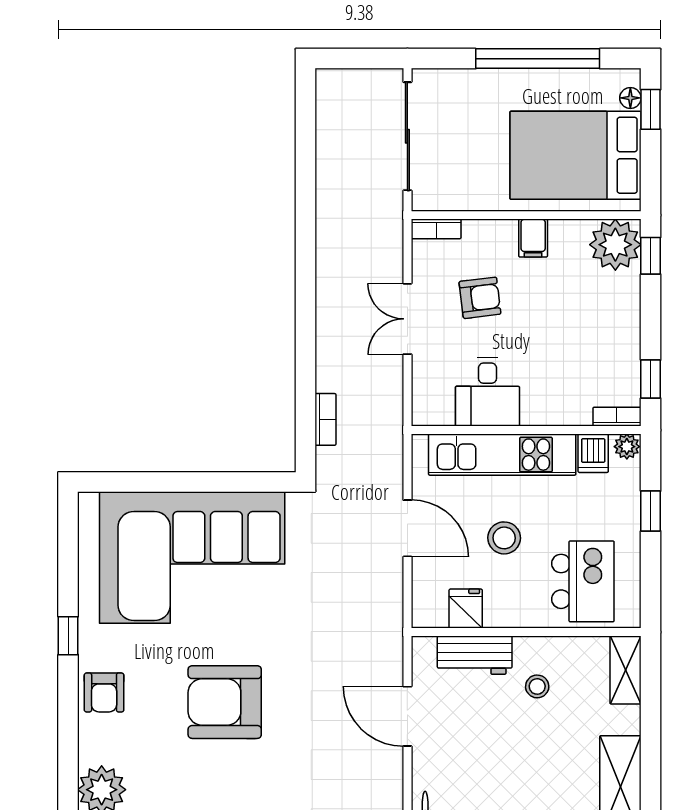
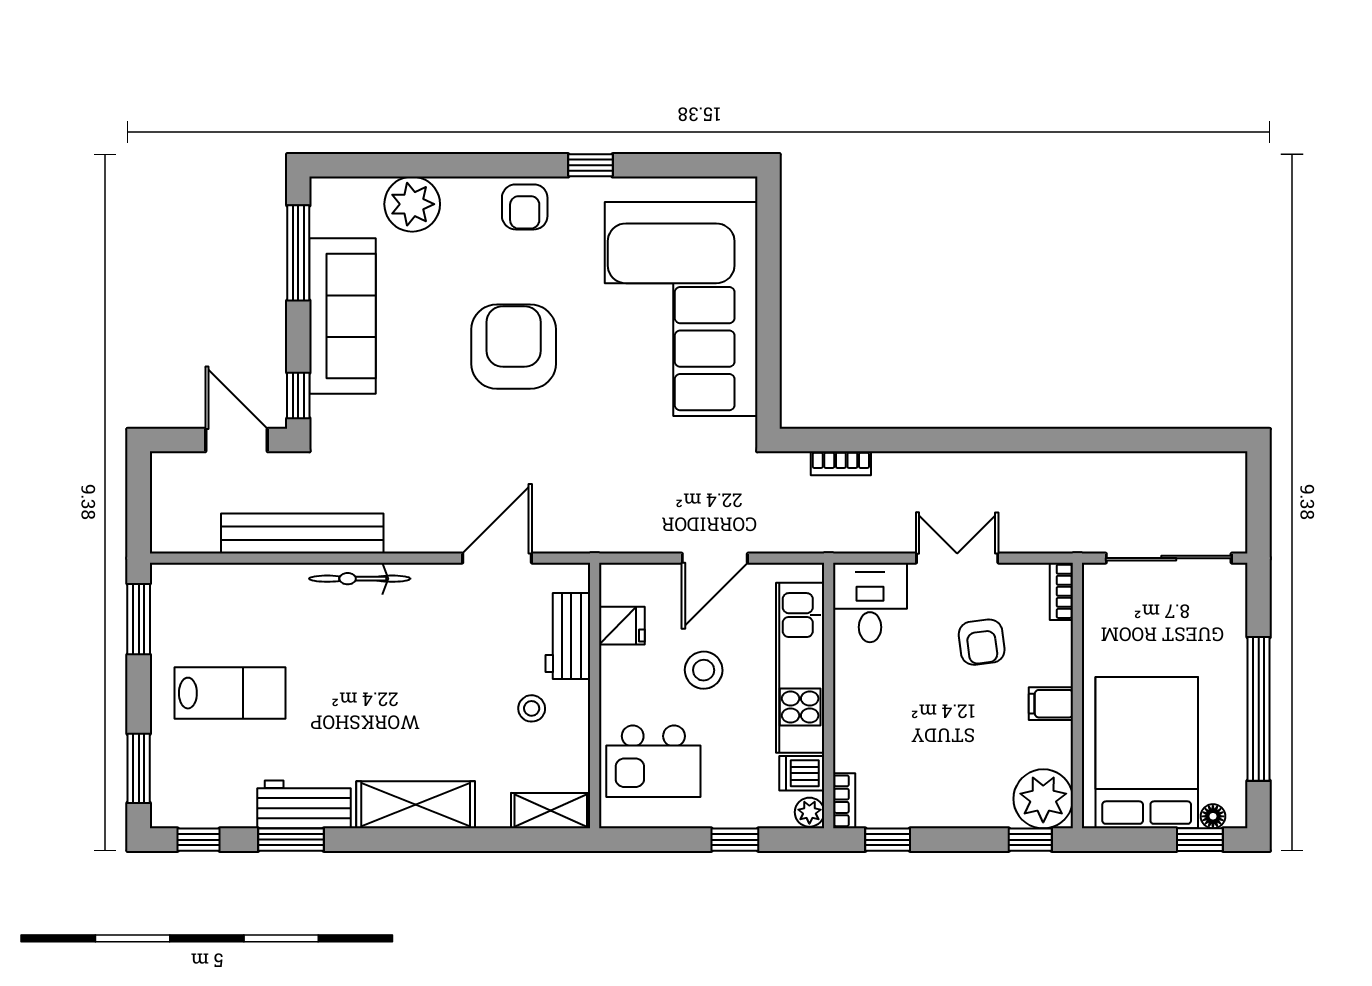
desk: (487, 392) -> (870, 602), moved, turned 90
armchair: (104, 692) -> (525, 207), turned -90

